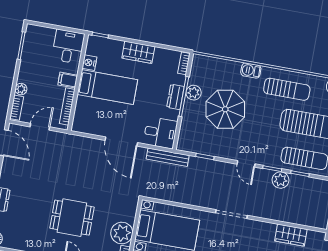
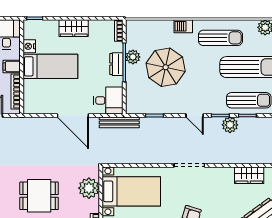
plant: (122, 233) -> (89, 188), moved

